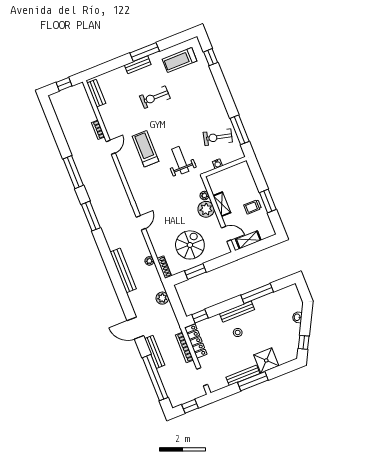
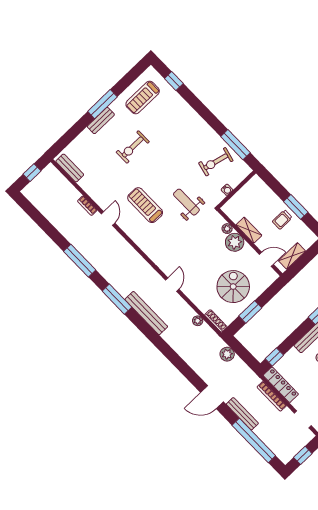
bench: (123, 270) -> (146, 313), moved

